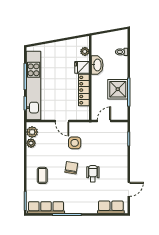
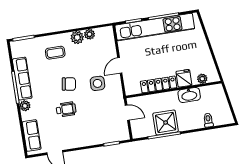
plant: (32, 132) -> (77, 38), moved
row of seats: (46, 208) -> (22, 79), moved
plant: (84, 209) -> (25, 106), added

